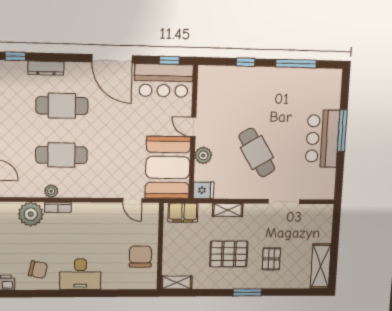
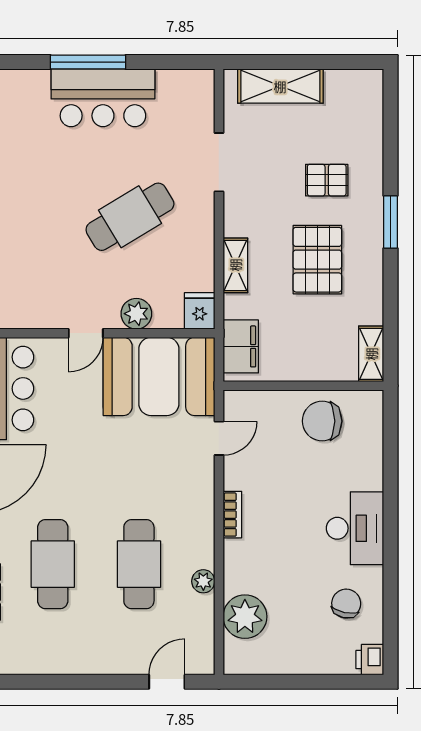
bookcase: (58, 207) -> (232, 515), moved
shelving: (321, 266) -> (280, 86), moved

